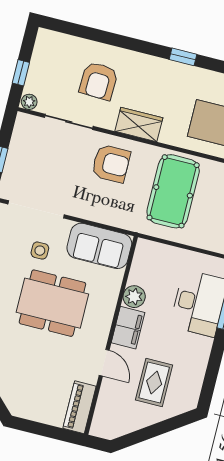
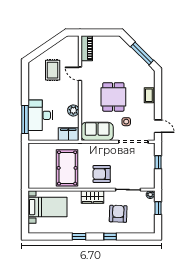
window: (124, 42) -> (110, 236), added
dining table: (52, 303) -> (113, 97), width x0.73
filing cabinet: (128, 328) -> (68, 134), moved, turned 90

